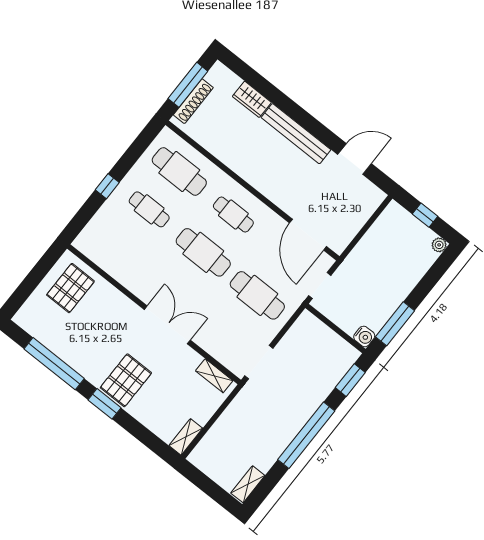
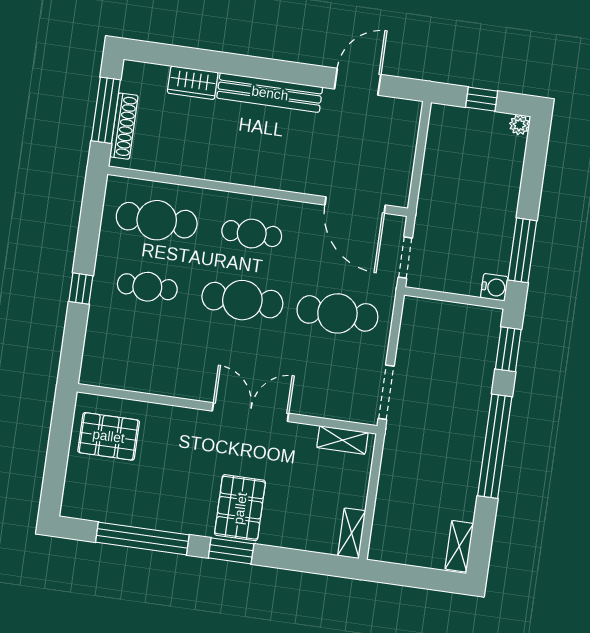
pallet: (70, 288) -> (109, 436), turned 90

